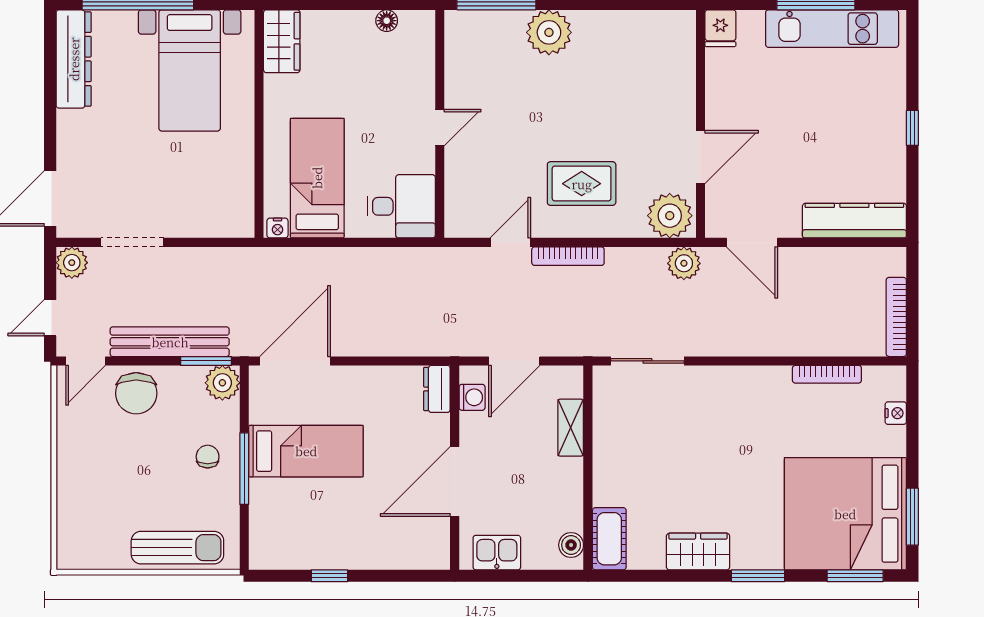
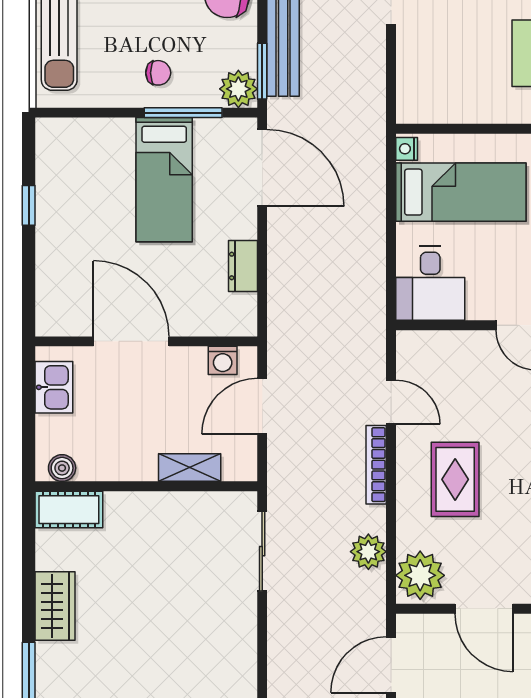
plant: (684, 263) -> (368, 552), moved
door: (514, 361) -> (262, 406), hinge flipped
dresser: (437, 389) -> (243, 266), moved, turned -90
window: (244, 469) -> (183, 113), moved

